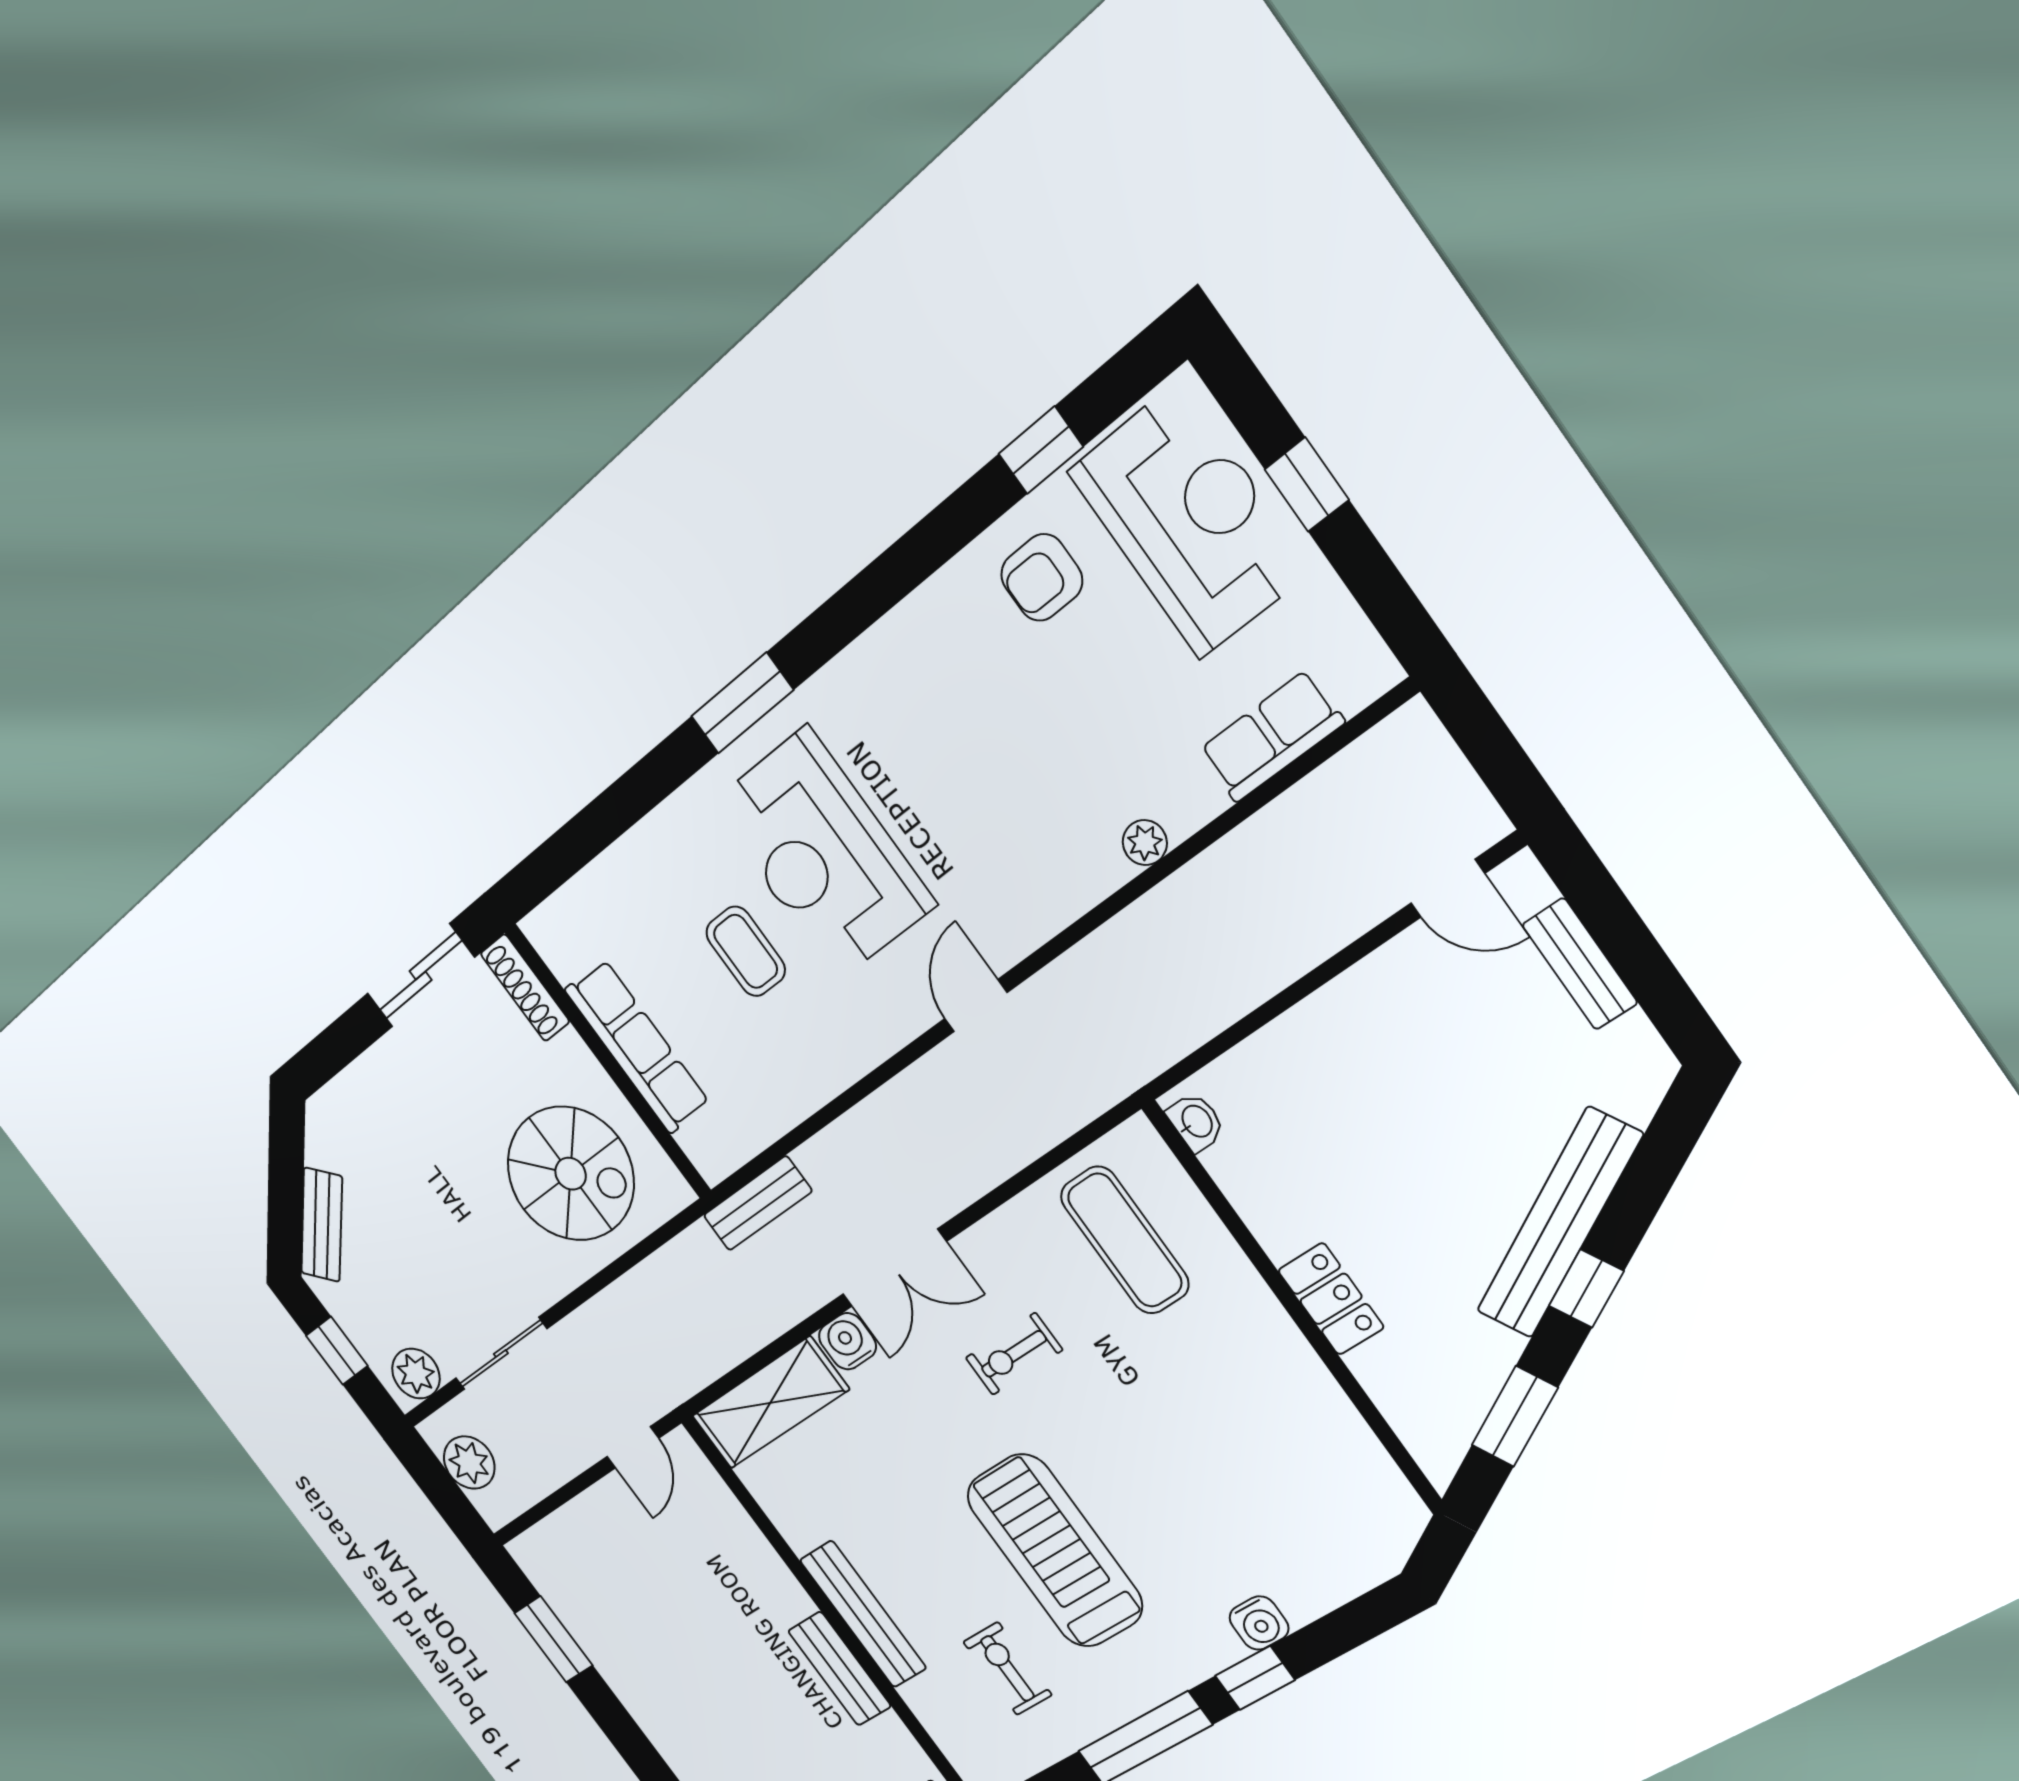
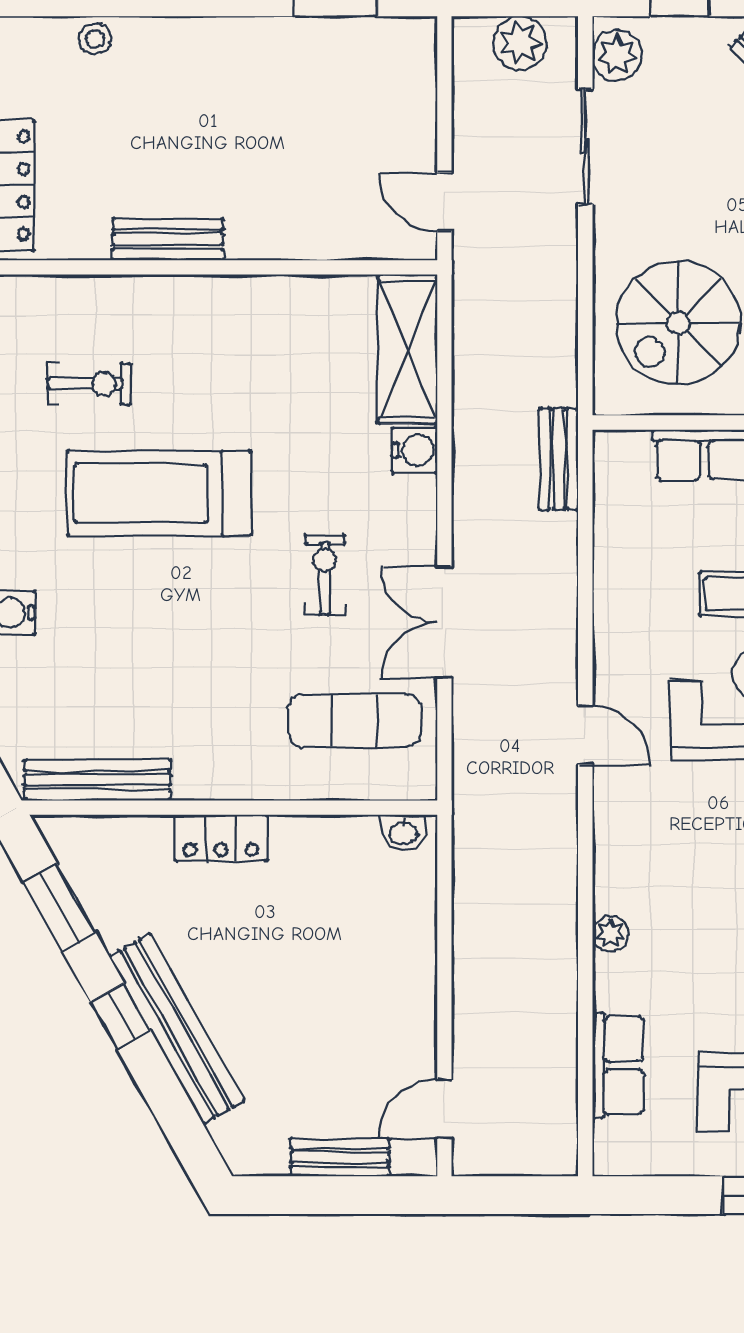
double door: (894, 1268) -> (444, 622), moved
treadmill: (1055, 1551) -> (159, 493), turned 180
bench: (863, 1614) -> (98, 780), moved

